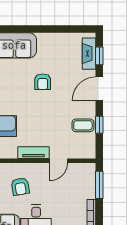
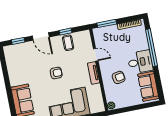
fireplace: (89, 54) -> (18, 48), removed
armchair: (43, 82) -> (56, 73), moved

